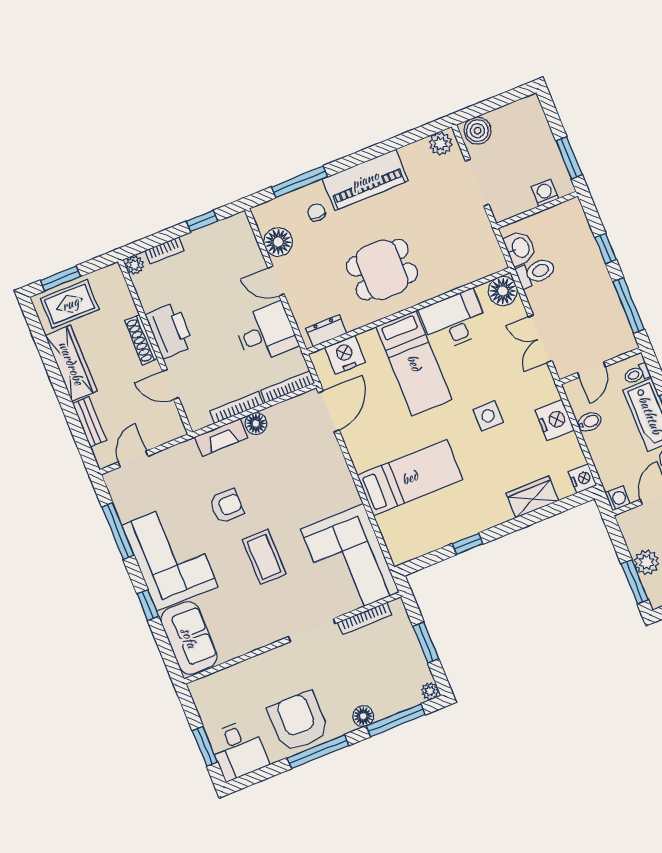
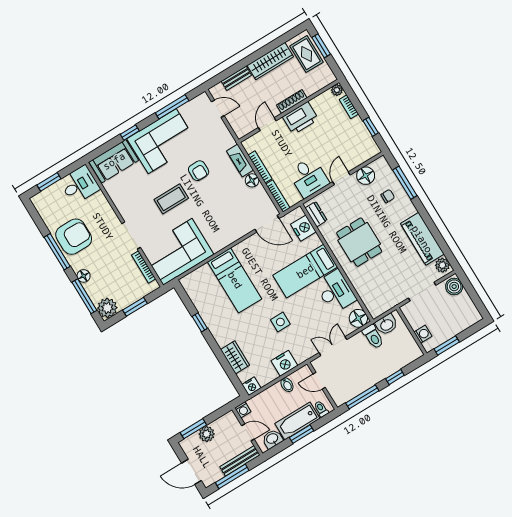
piano: (365, 180) -> (422, 239), moved
plant: (430, 691) -> (107, 308), width x1.87, depth x1.87
desk: (238, 750) -> (80, 185), moved, turned 180

